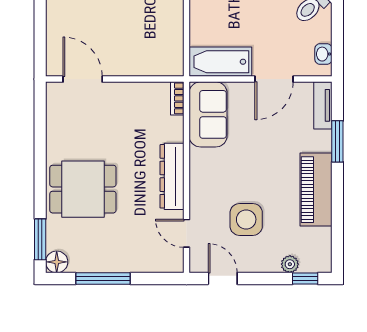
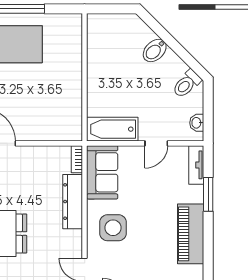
door: (274, 79) -> (156, 143), width x0.73
dresser: (172, 176) -> (73, 202), moved
side table: (246, 219) -> (113, 228), moved

